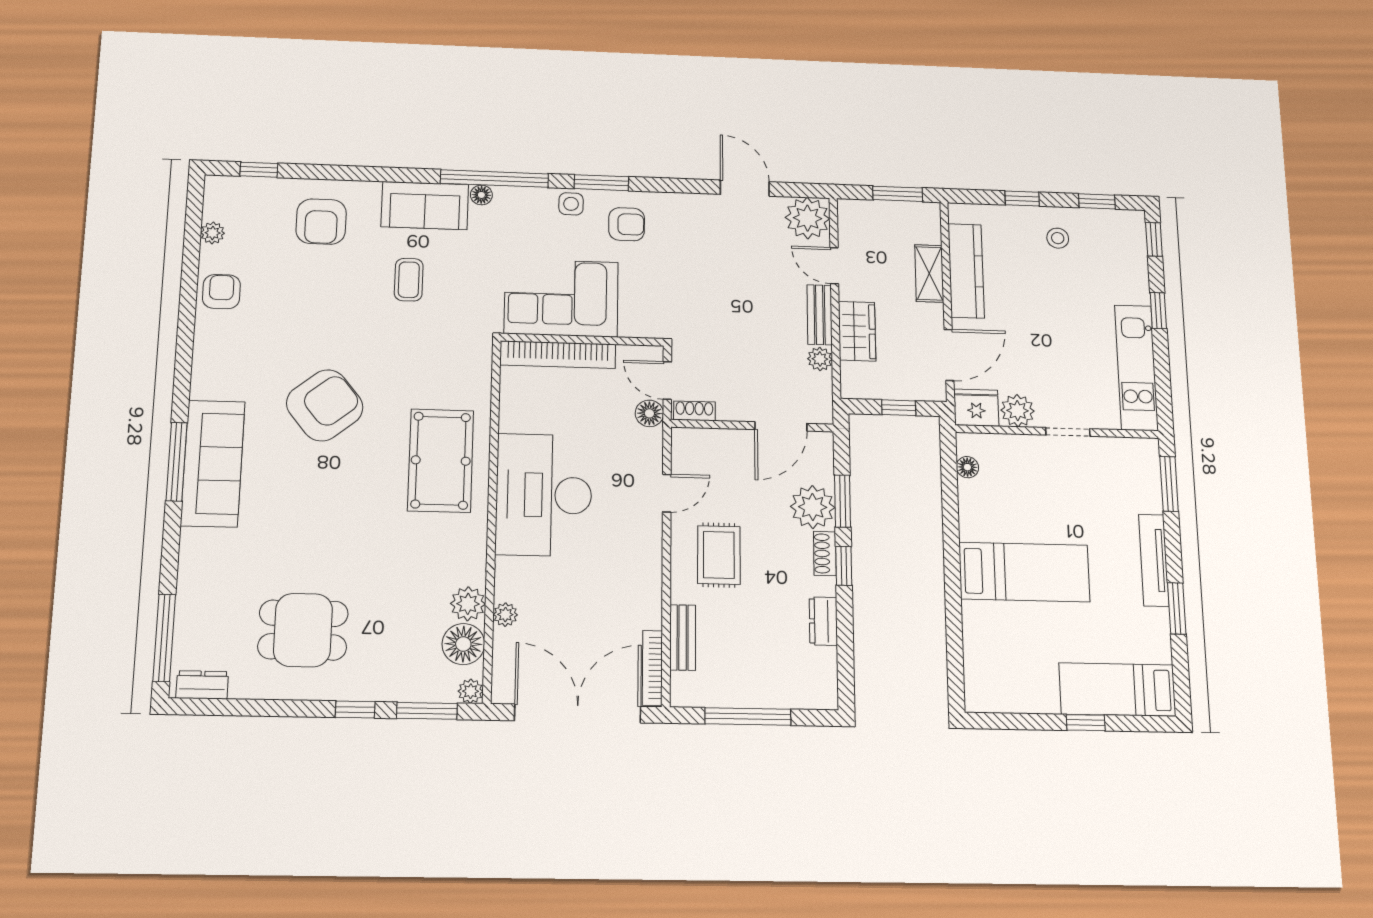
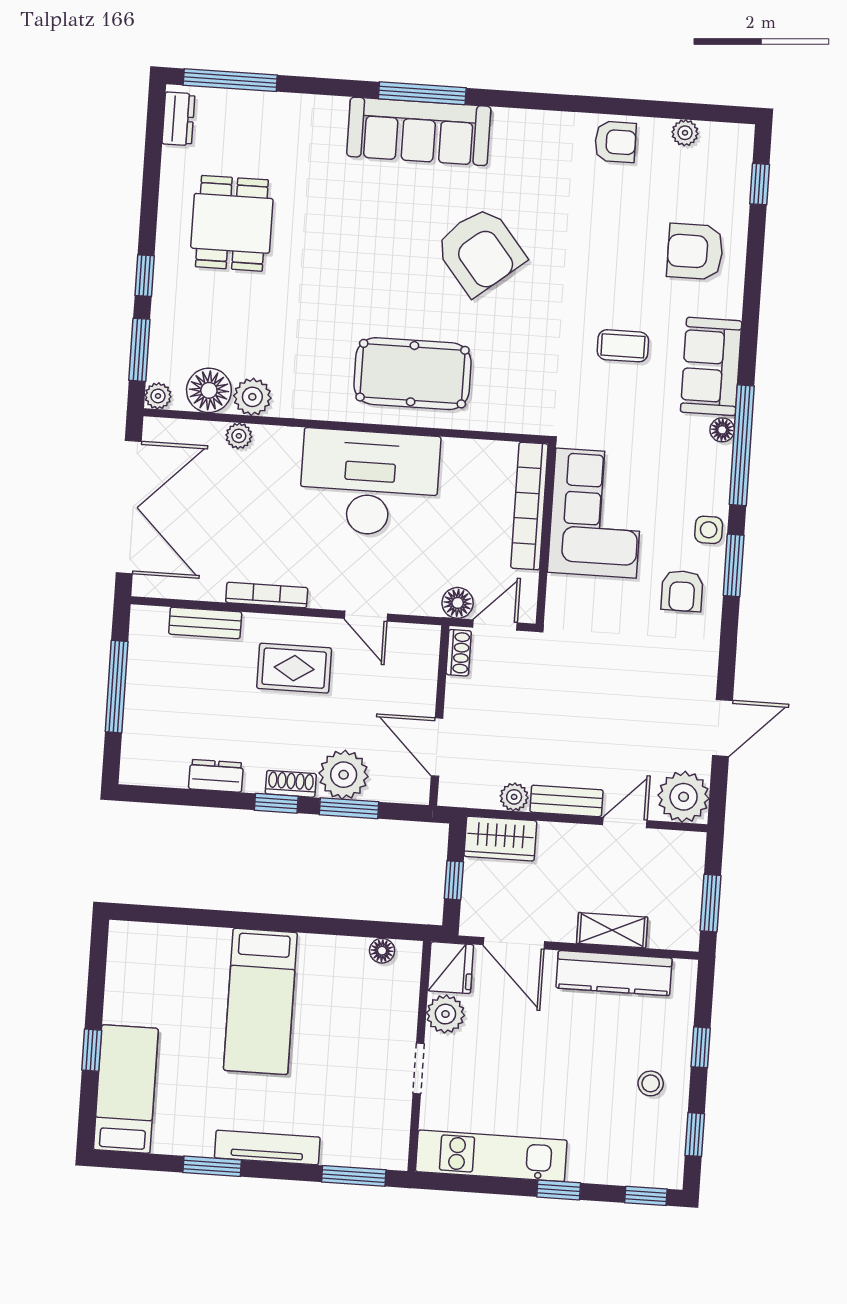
wardrobe: (857, 331) -> (500, 839), moved
bookcase: (652, 668) -> (267, 595), moved

